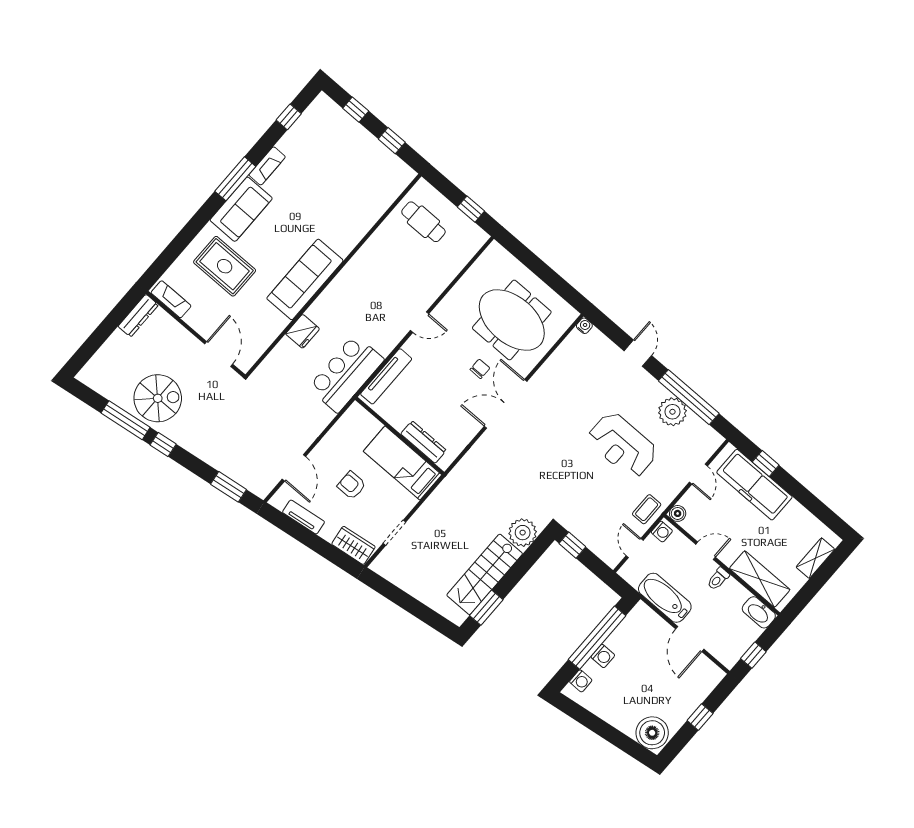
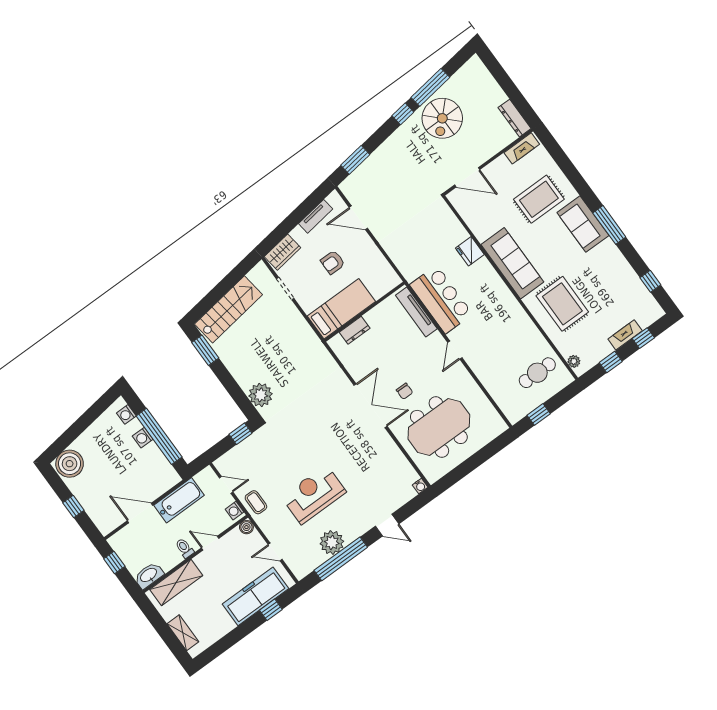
fireplace: (267, 166) -> (625, 335), moved, turned 90
plant: (401, 183) -> (574, 361), added
rug: (338, 212) -> (562, 304), added
bar counter: (346, 374) -> (441, 299), moved
dresser: (424, 442) -> (355, 330), width x0.70
armchair: (352, 485) -> (333, 262), turned 180
door: (706, 551) -> (210, 543), swing flipped
stairs: (485, 574) -> (229, 309), moved, turned 82

